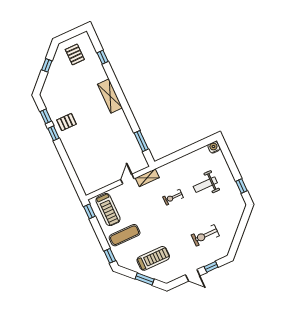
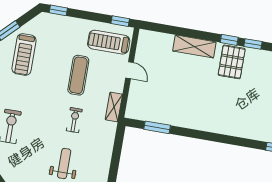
shelving: (110, 96) -> (194, 46), moved
pallet: (67, 122) -> (232, 62), width x1.50, depth x1.42
door: (127, 179) -> (129, 70), moved
exercise mat: (125, 235) -> (78, 75), moved

